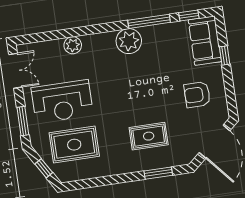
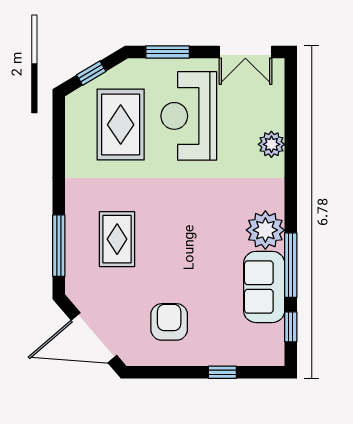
sofa: (205, 41) -> (264, 287), moved, turned -90
window: (158, 173) -> (59, 246), width x1.44

